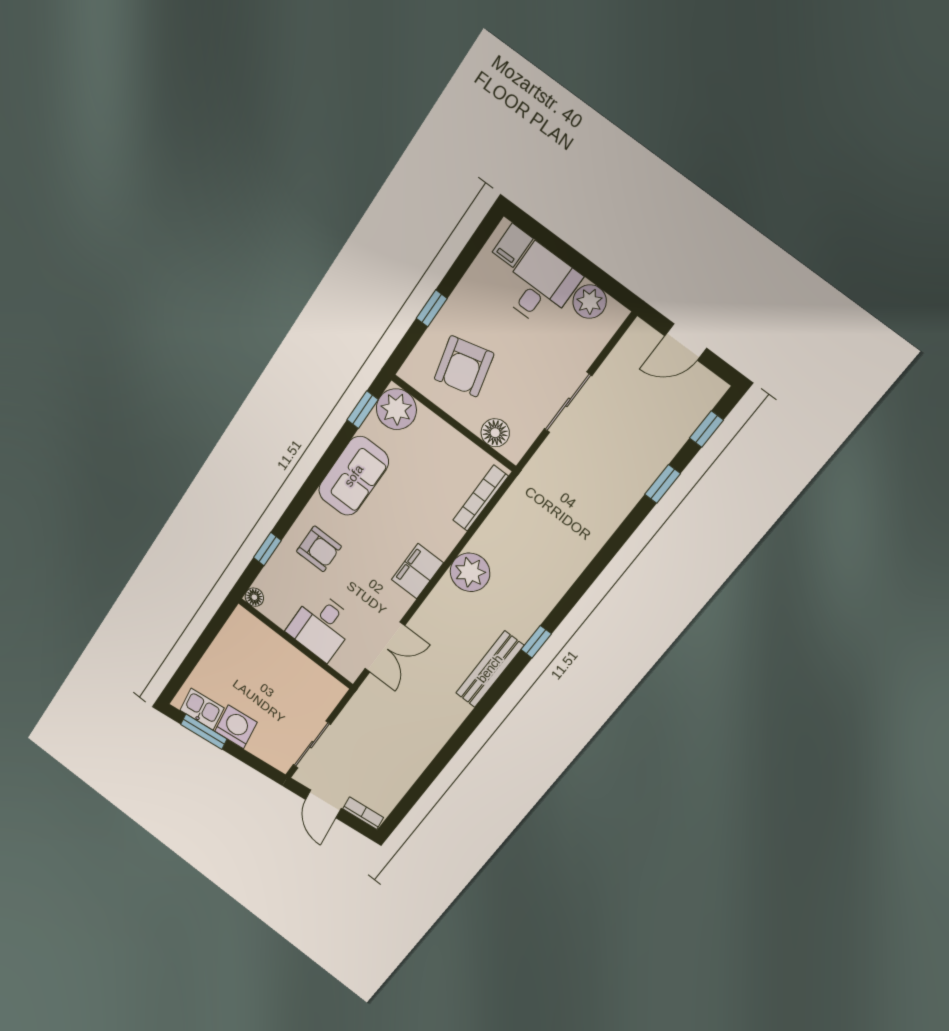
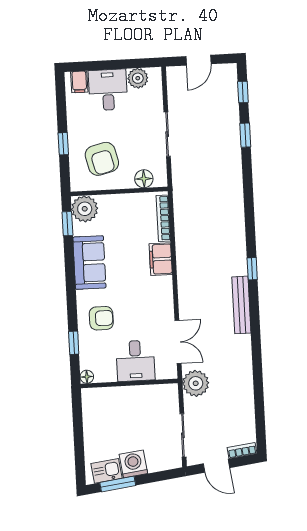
filing cabinet: (417, 571) -> (161, 259), moved
plant: (470, 572) -> (196, 383), moved

